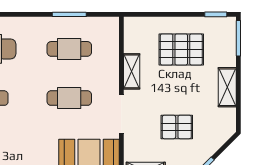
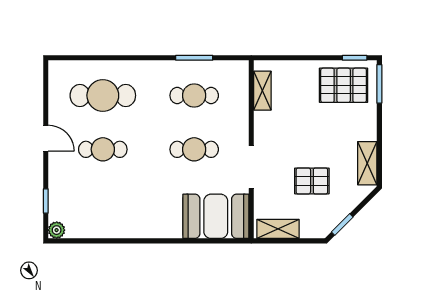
pallet: (181, 49) -> (344, 85), moved
shelving: (132, 71) -> (262, 91), moved
shelving: (227, 87) -> (367, 163), moved

